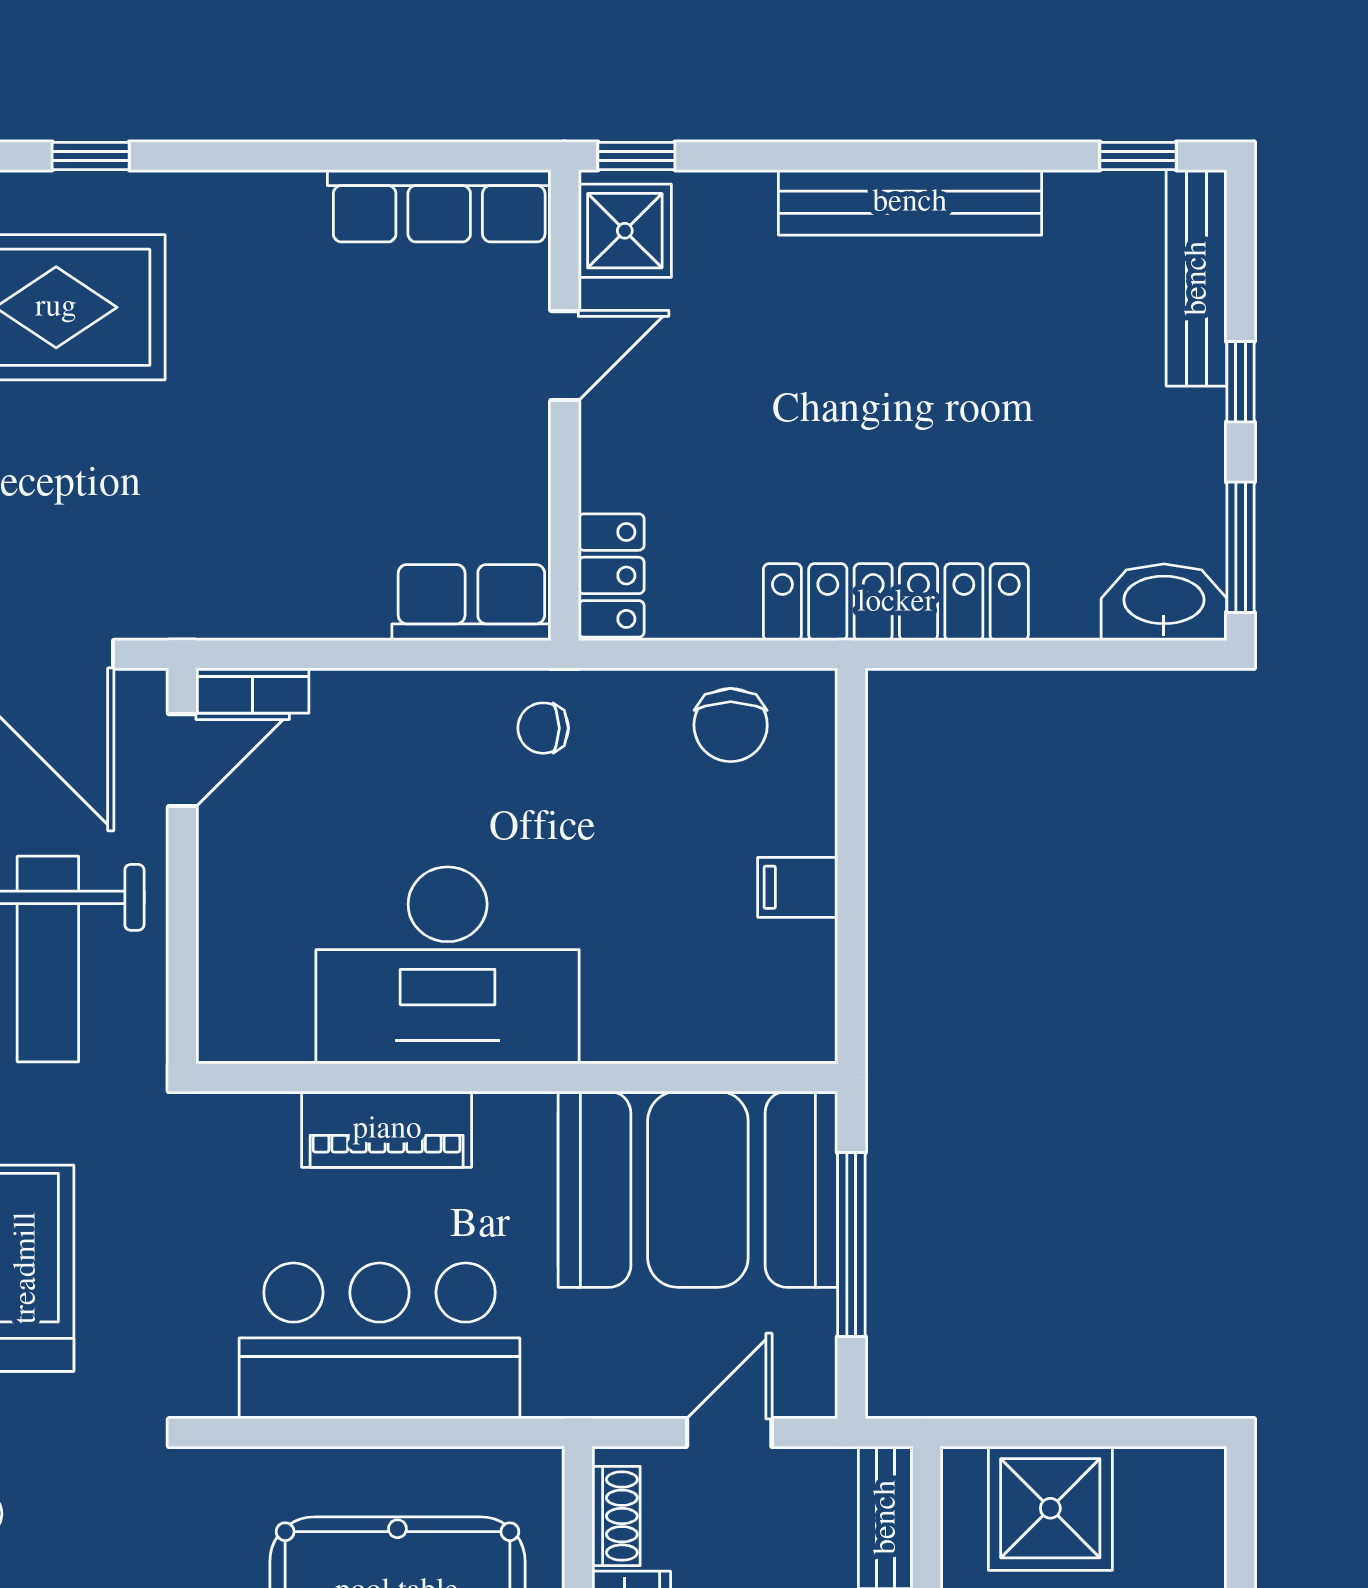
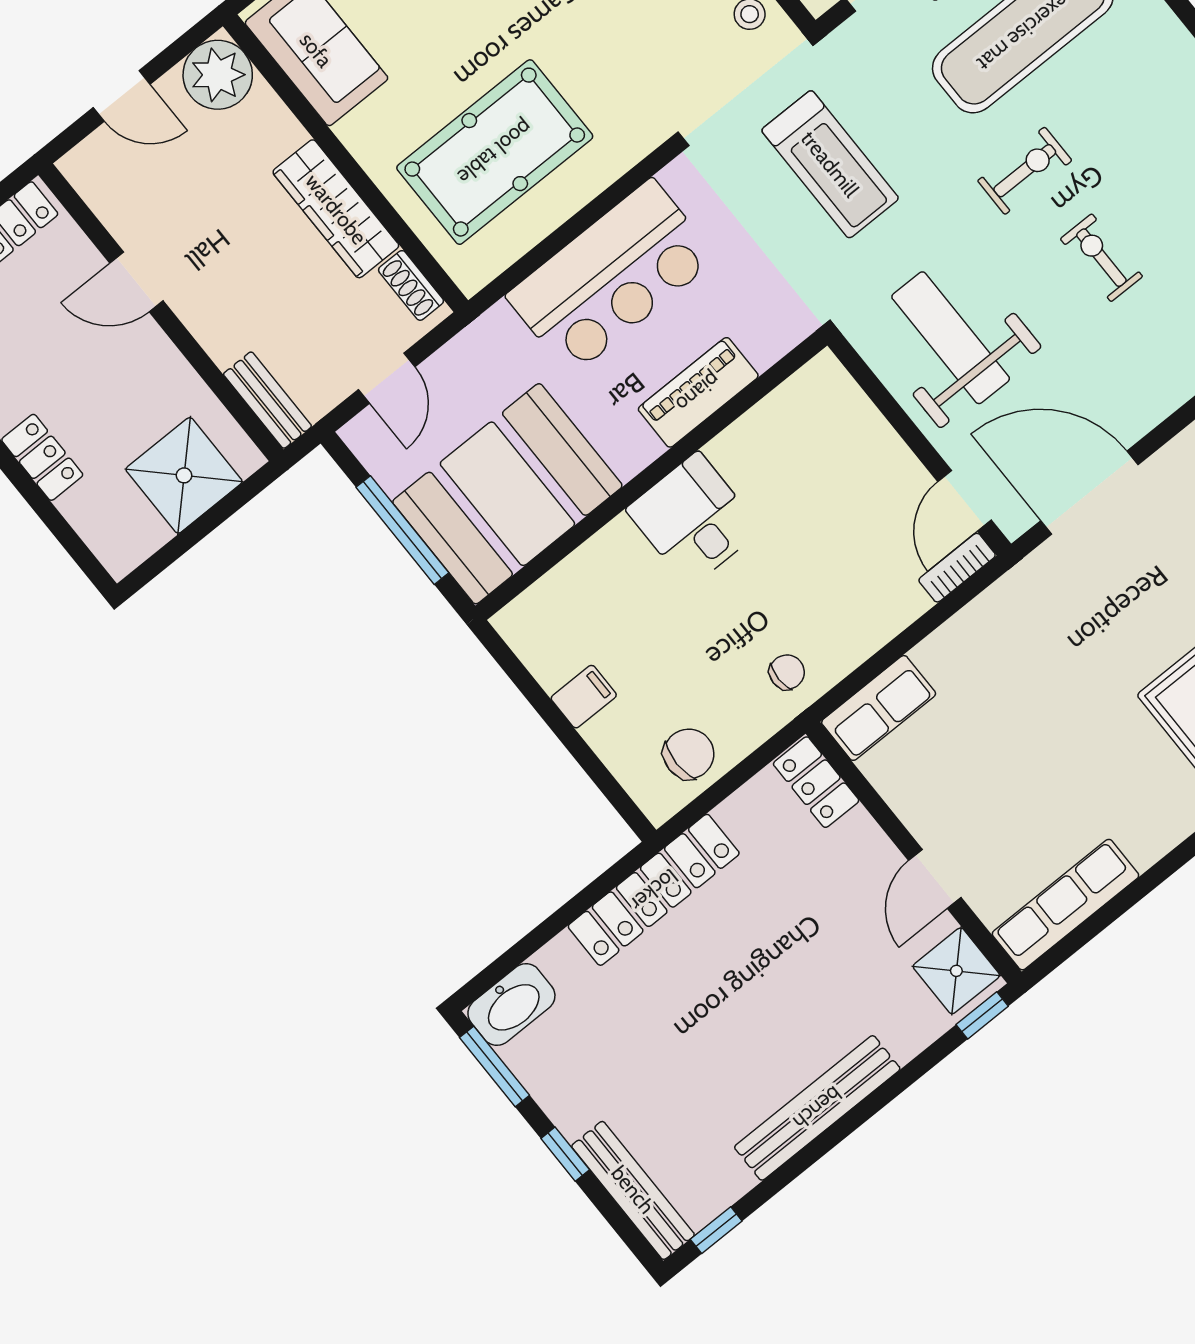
chair: (731, 725) -> (689, 754), turned 90
desk: (448, 965) -> (694, 520), width x0.53, depth x0.77

